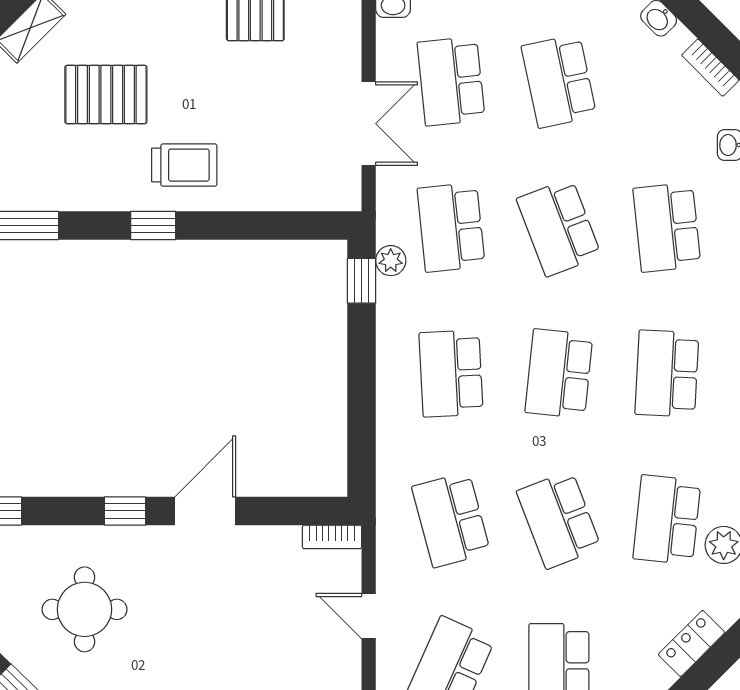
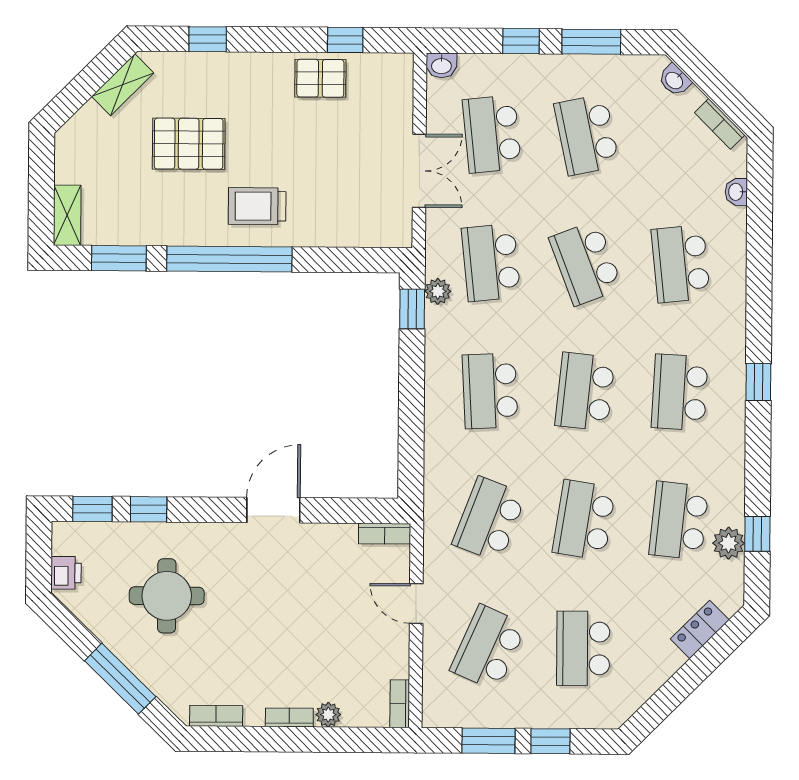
trolley: (184, 165) -> (257, 206), turned 180
window: (153, 225) -> (229, 259), width x3.17
window: (125, 511) -> (149, 509), moved
school desk: (451, 520) -> (489, 519), turned 36
school desk: (559, 520) -> (584, 520), turned 30

